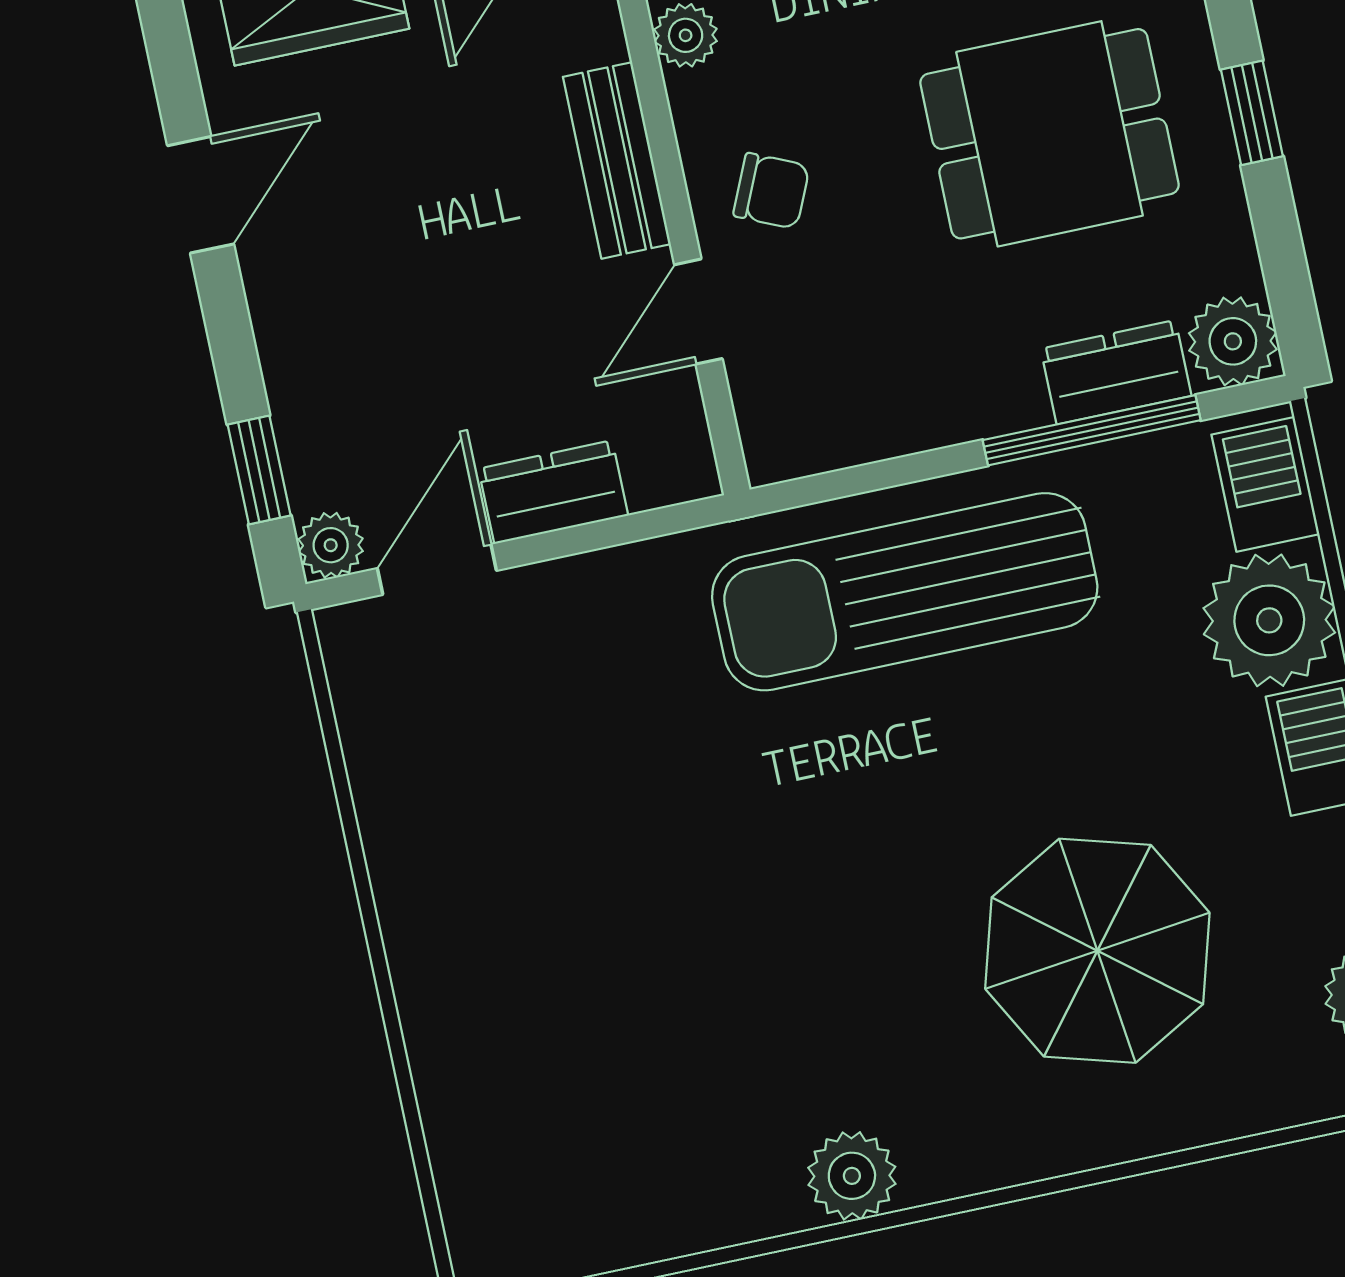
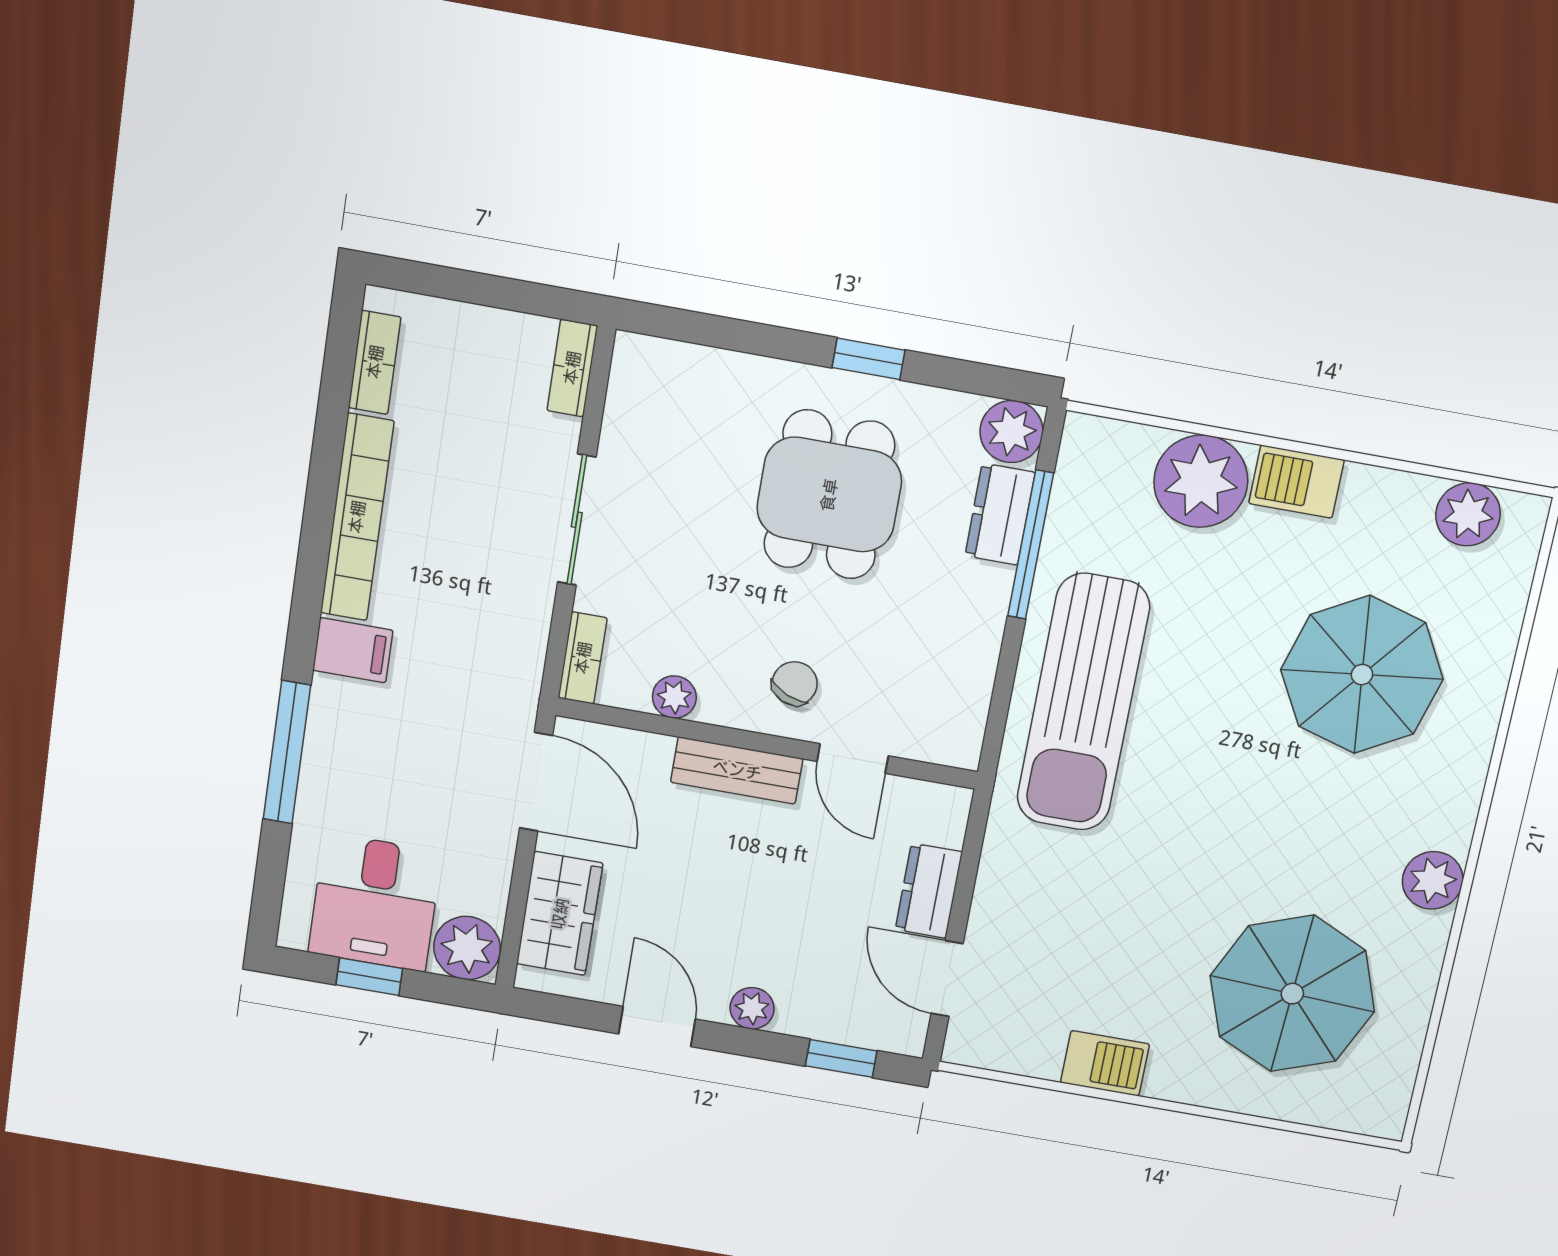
barbecue: (1265, 484) -> (1105, 1063), moved, turned 180
plant: (331, 545) -> (752, 1008), moved
parasol: (612, 1056) -> (1292, 994), added

